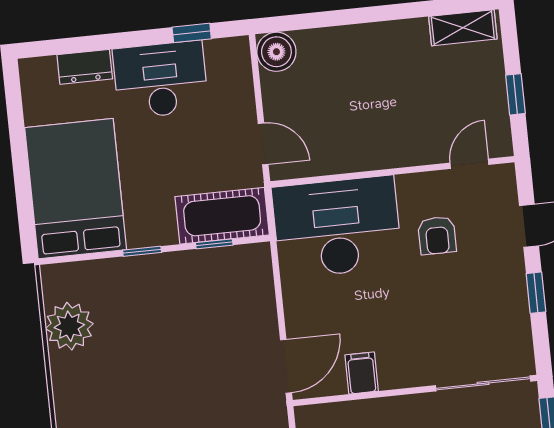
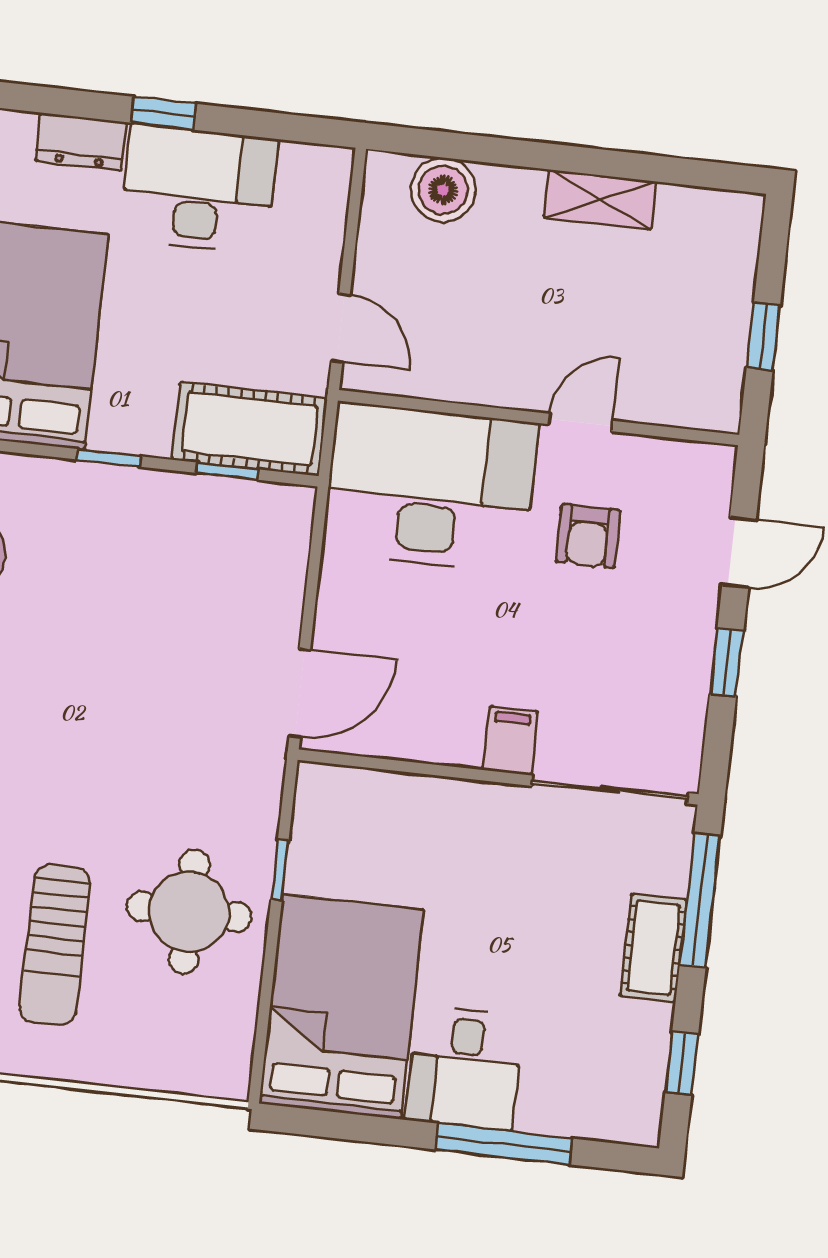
shelving: (463, 28) -> (600, 200), moved
window: (192, 33) -> (164, 113), moved
boiler: (276, 52) -> (443, 190), moved
door: (469, 164) -> (581, 422), moved
filing cabinet: (362, 373) -> (510, 741), moved

